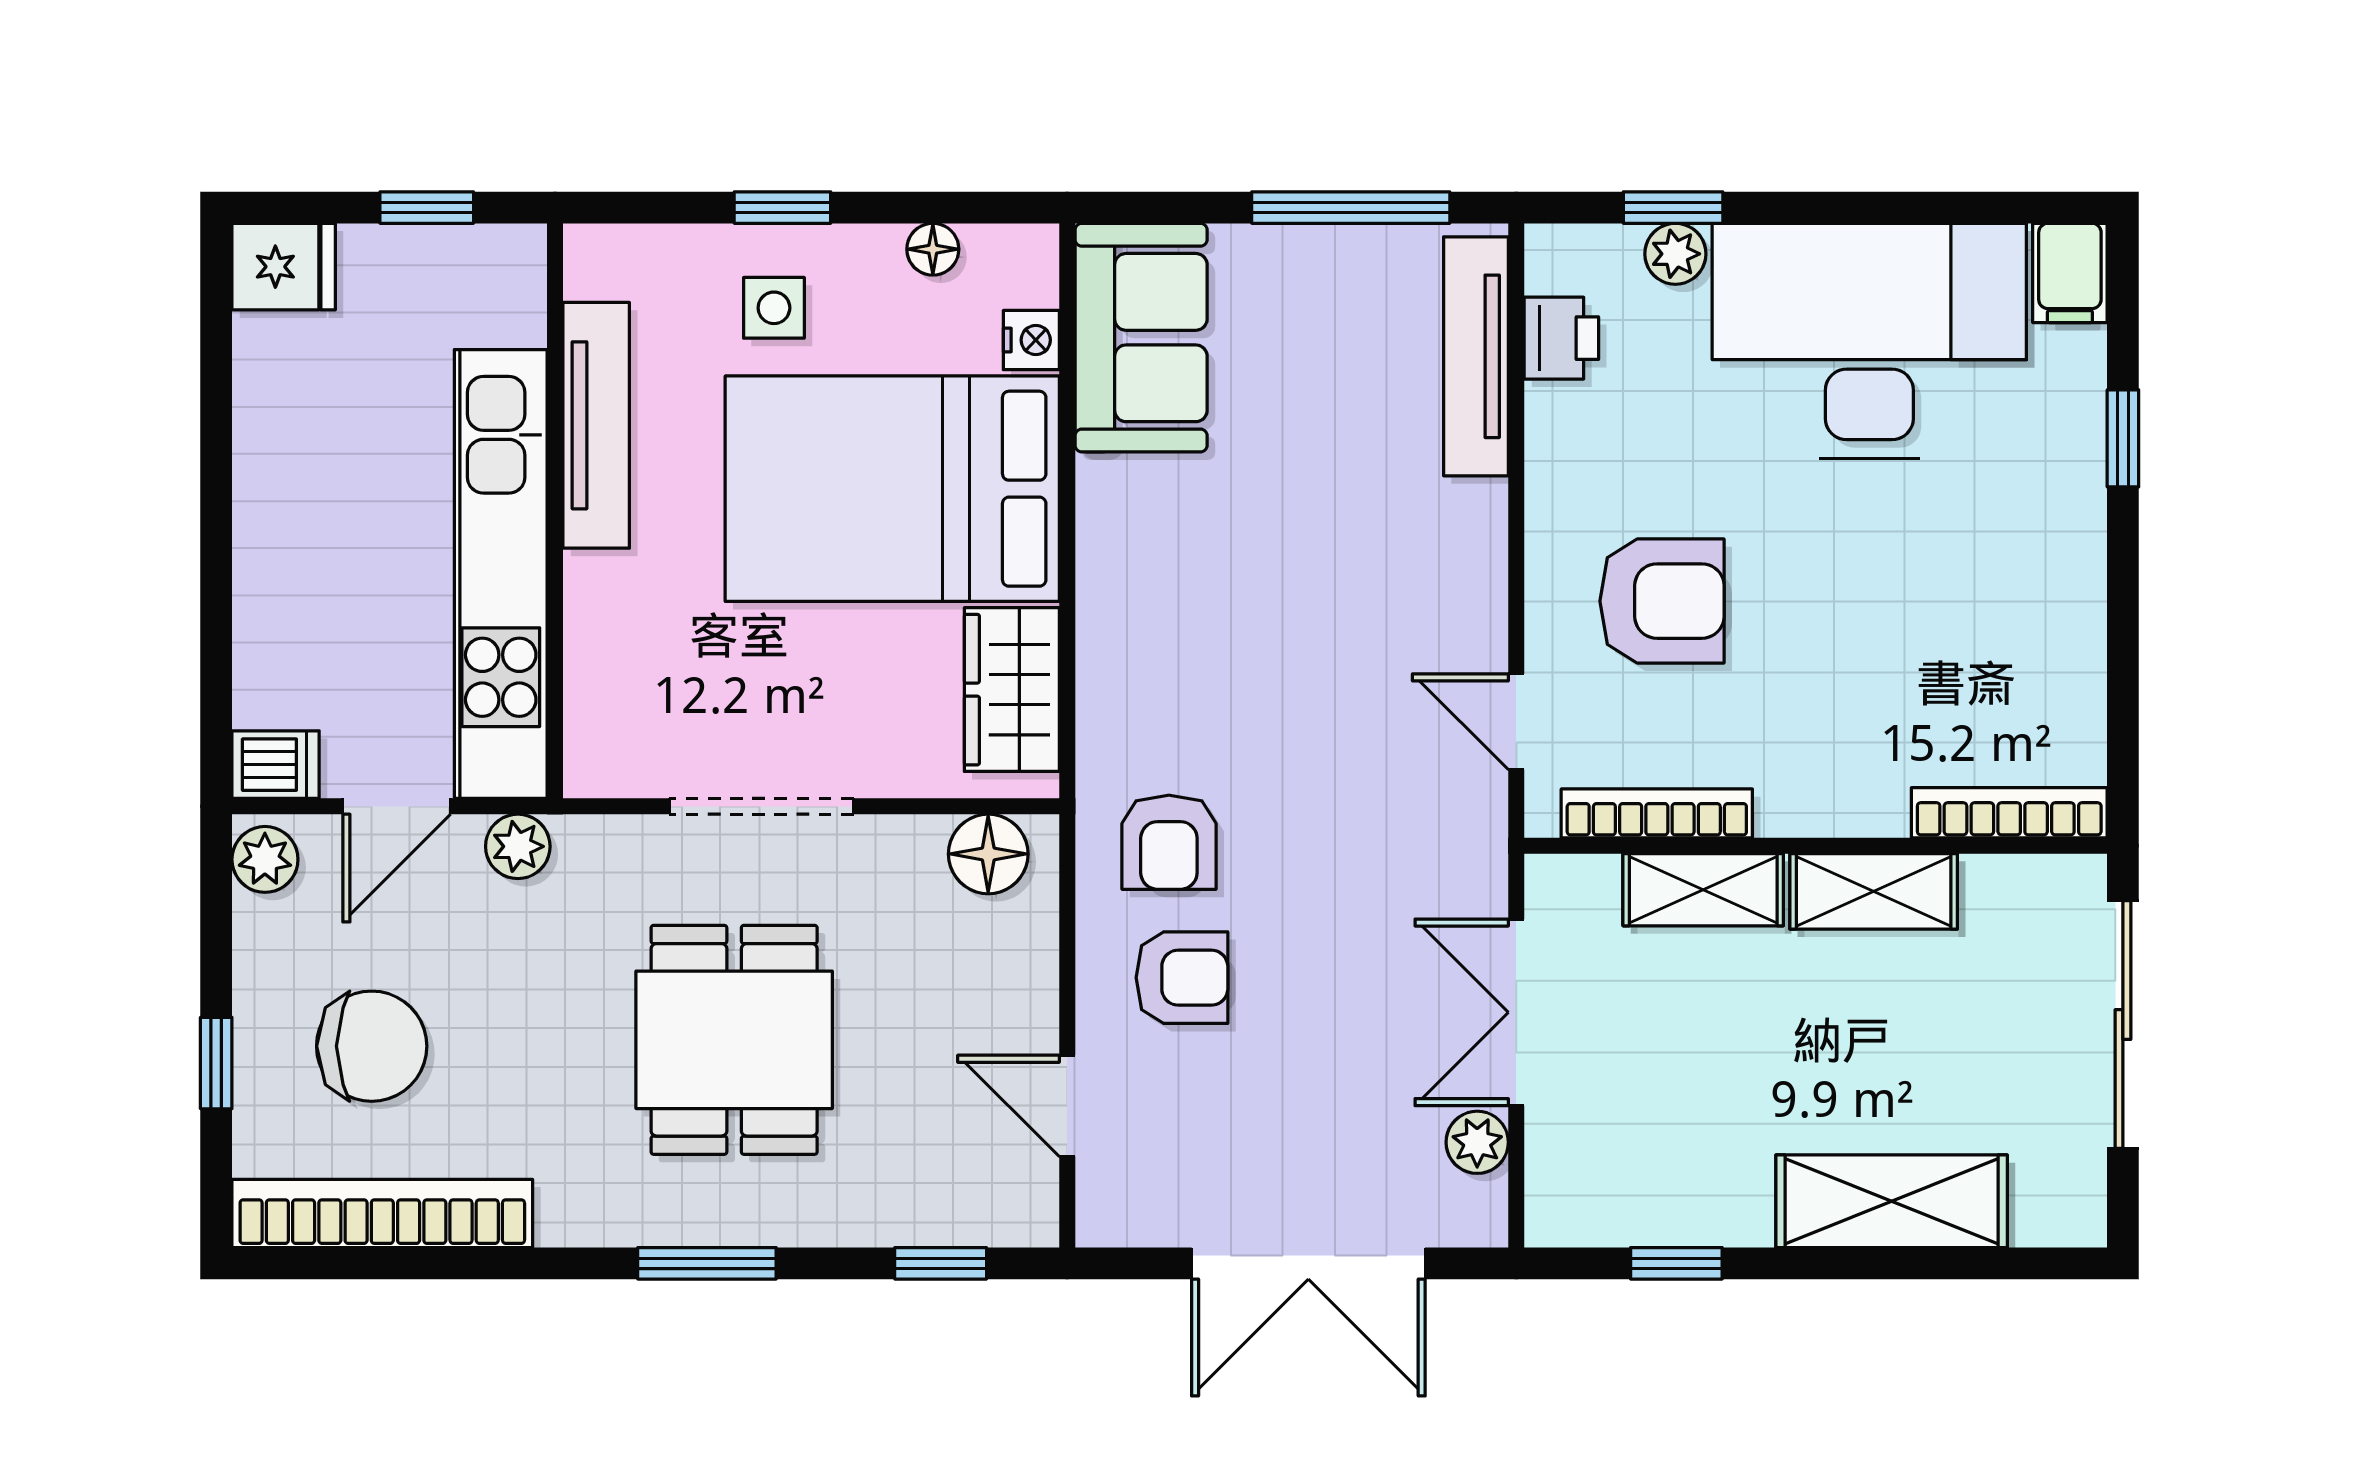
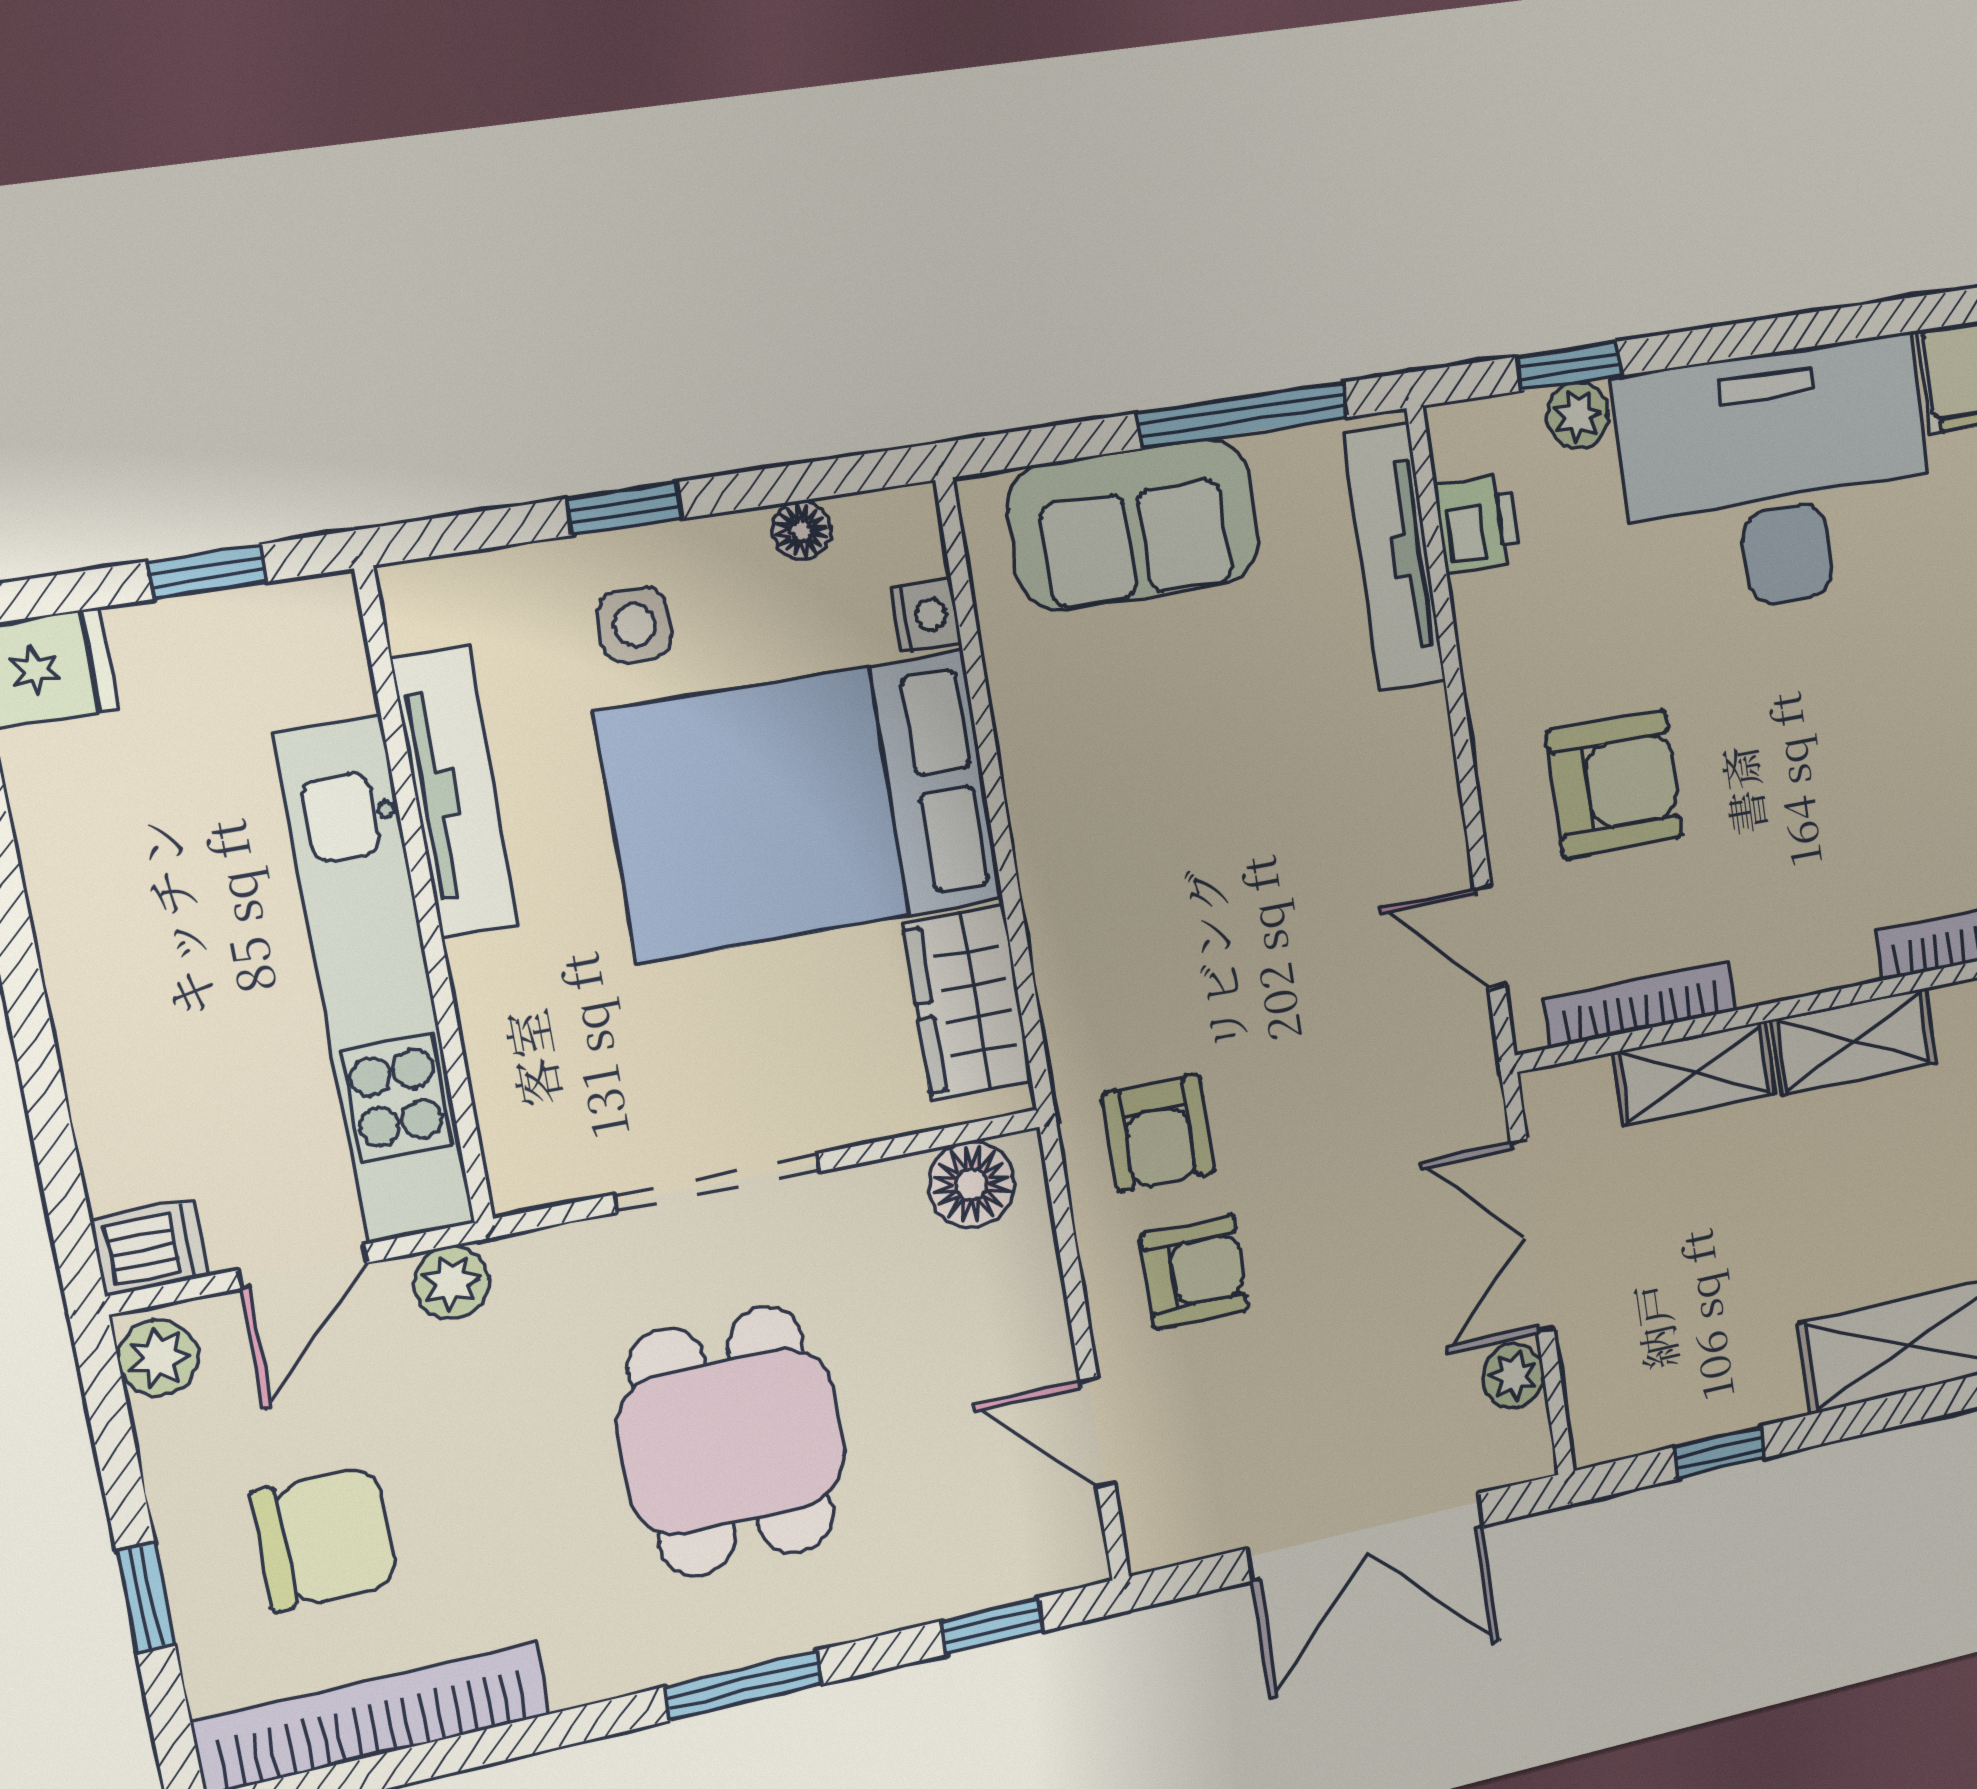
sofa: (1141, 338) -> (1134, 524), moved, turned 90

